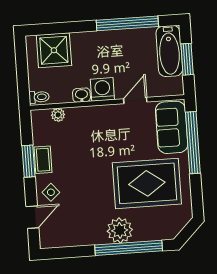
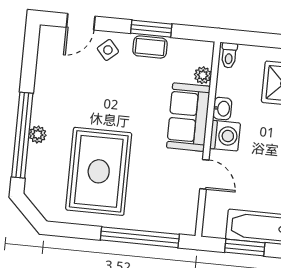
sofa: (172, 127) -> (188, 117), moved, turned -90
door: (32, 217) -> (81, 22), hinge flipped
plant: (120, 230) -> (38, 134), width x0.53, depth x0.53

